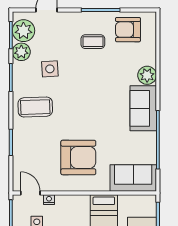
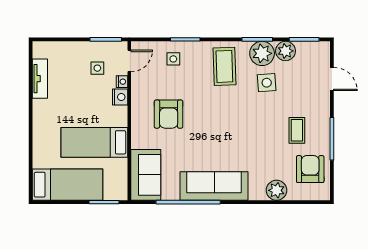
plant: (23, 31) -> (262, 53), moved
plant: (147, 75) -> (277, 190), moved
sofa: (143, 108) -> (214, 186), width x1.36
side table: (29, 153) -> (173, 59), added
armchair: (78, 157) -> (169, 114), width x0.73, depth x0.73
nightstand: (63, 201) -> (120, 97), added

